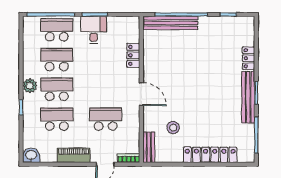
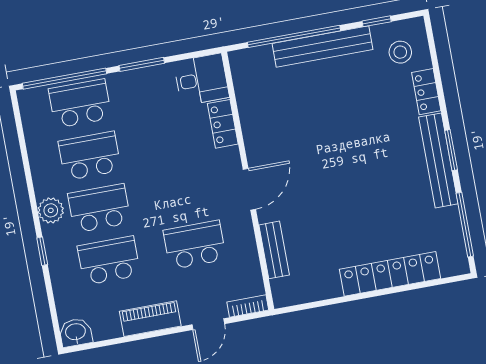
bench: (170, 23) -> (322, 47), moved
desk: (94, 30) -> (201, 80), moved, turned 90
door: (141, 94) -> (249, 189), hinge flipped
stool: (173, 128) -> (400, 52), moved
bench: (149, 147) -> (274, 250), moved

